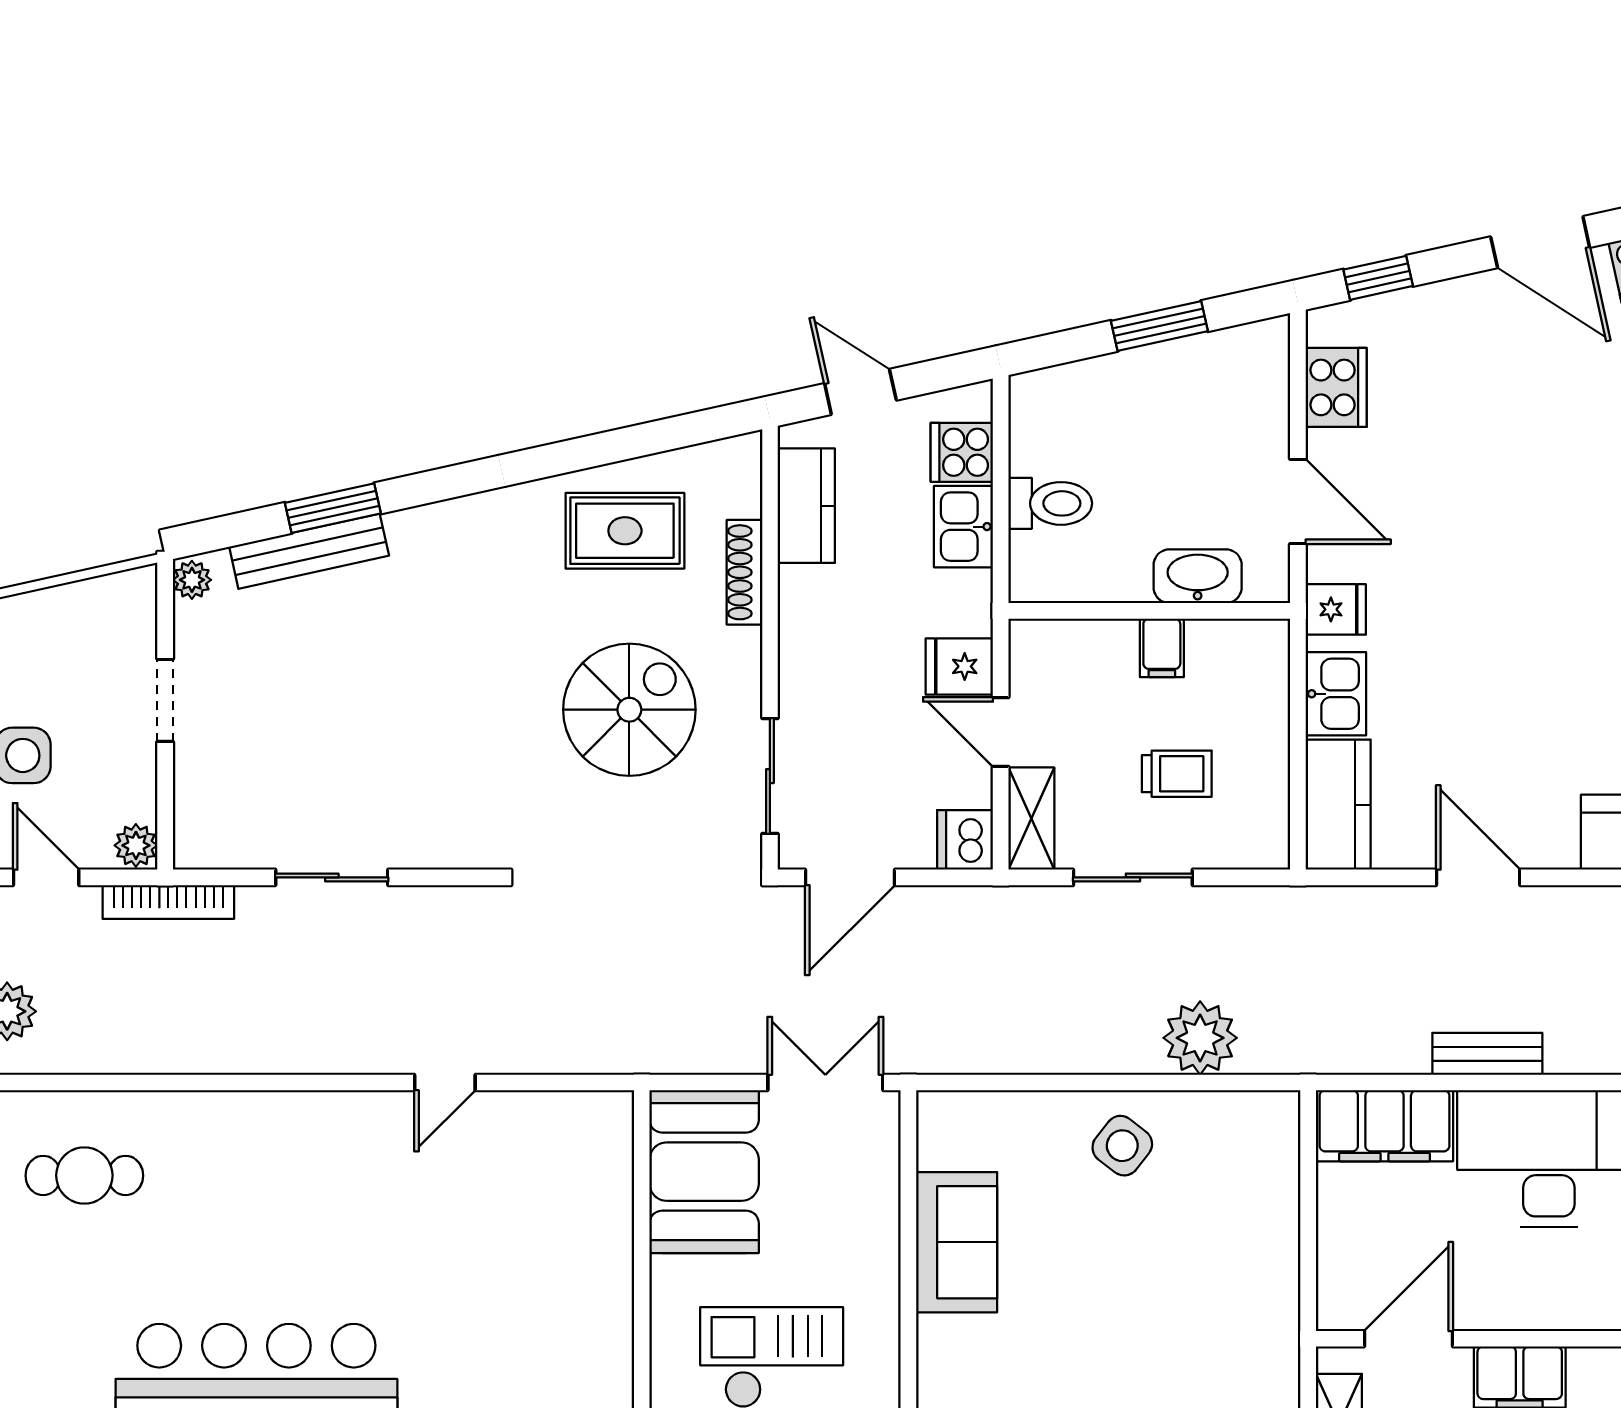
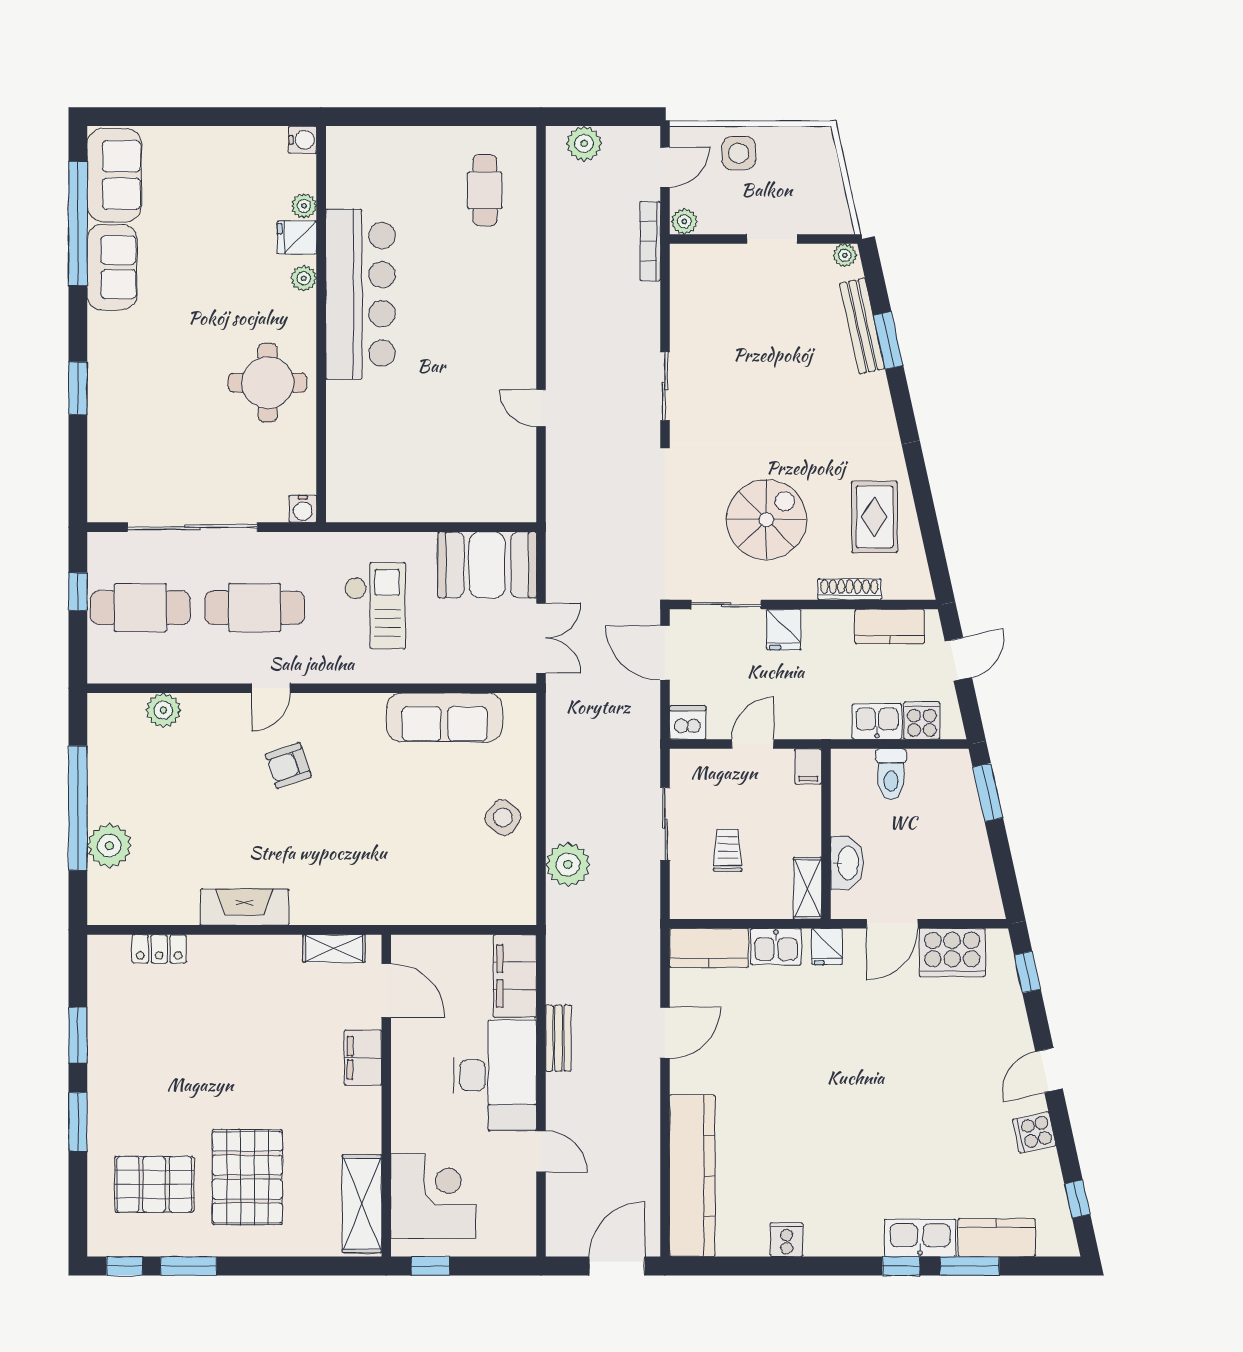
door: (1540, 242) -> (1049, 1070), width x0.73
window: (1159, 326) -> (988, 792), moved
cooker: (1336, 387) -> (952, 953), width x1.37, depth x1.31
filing cabinet: (1162, 648) -> (808, 766), moved, turned -90
fridge: (959, 666) -> (784, 630), moved, turned 180
spiral stairs: (629, 710) -> (766, 520), turned -90
trolley: (1177, 774) -> (728, 850), turned 180
shelving: (1031, 819) -> (808, 888), moved, turned 90
sliding door: (332, 877) -> (665, 386), moved
sofa: (957, 1242) -> (445, 717), width x1.36

